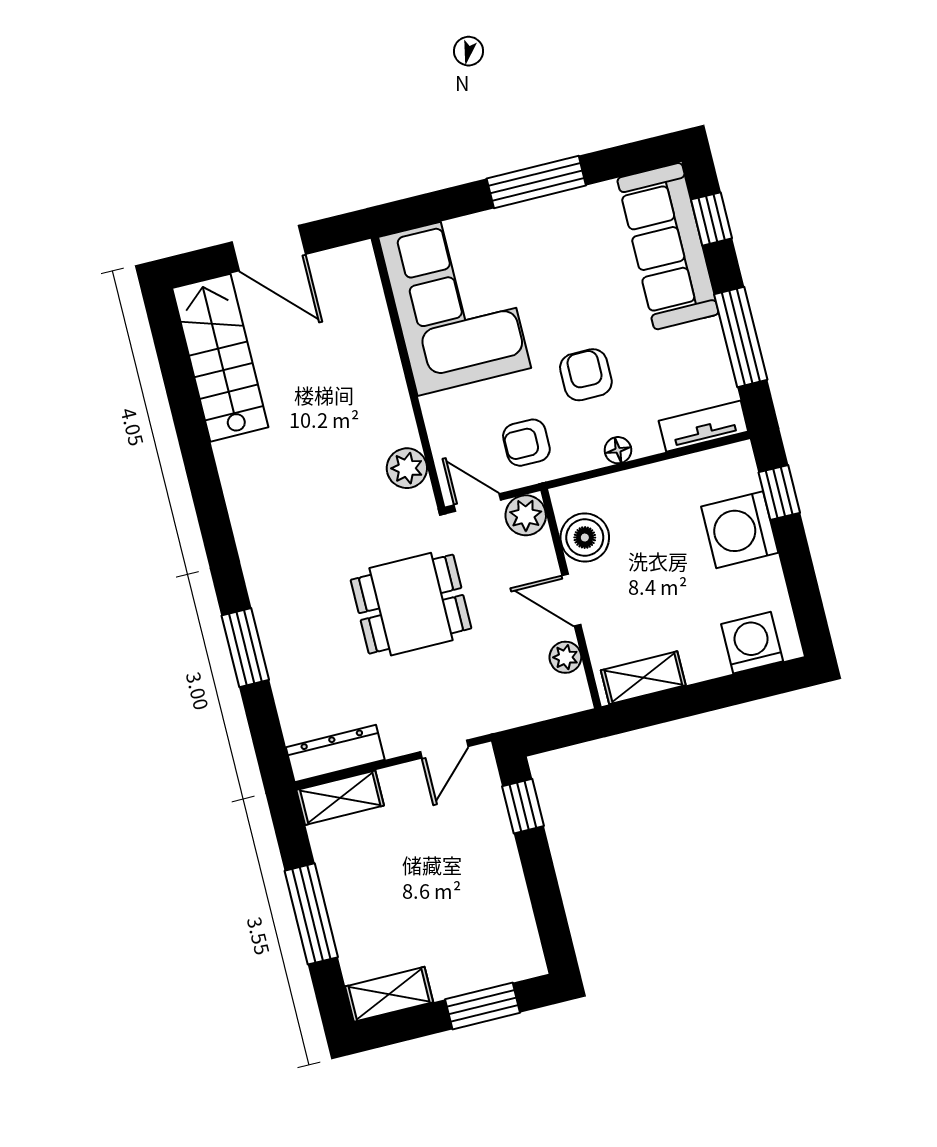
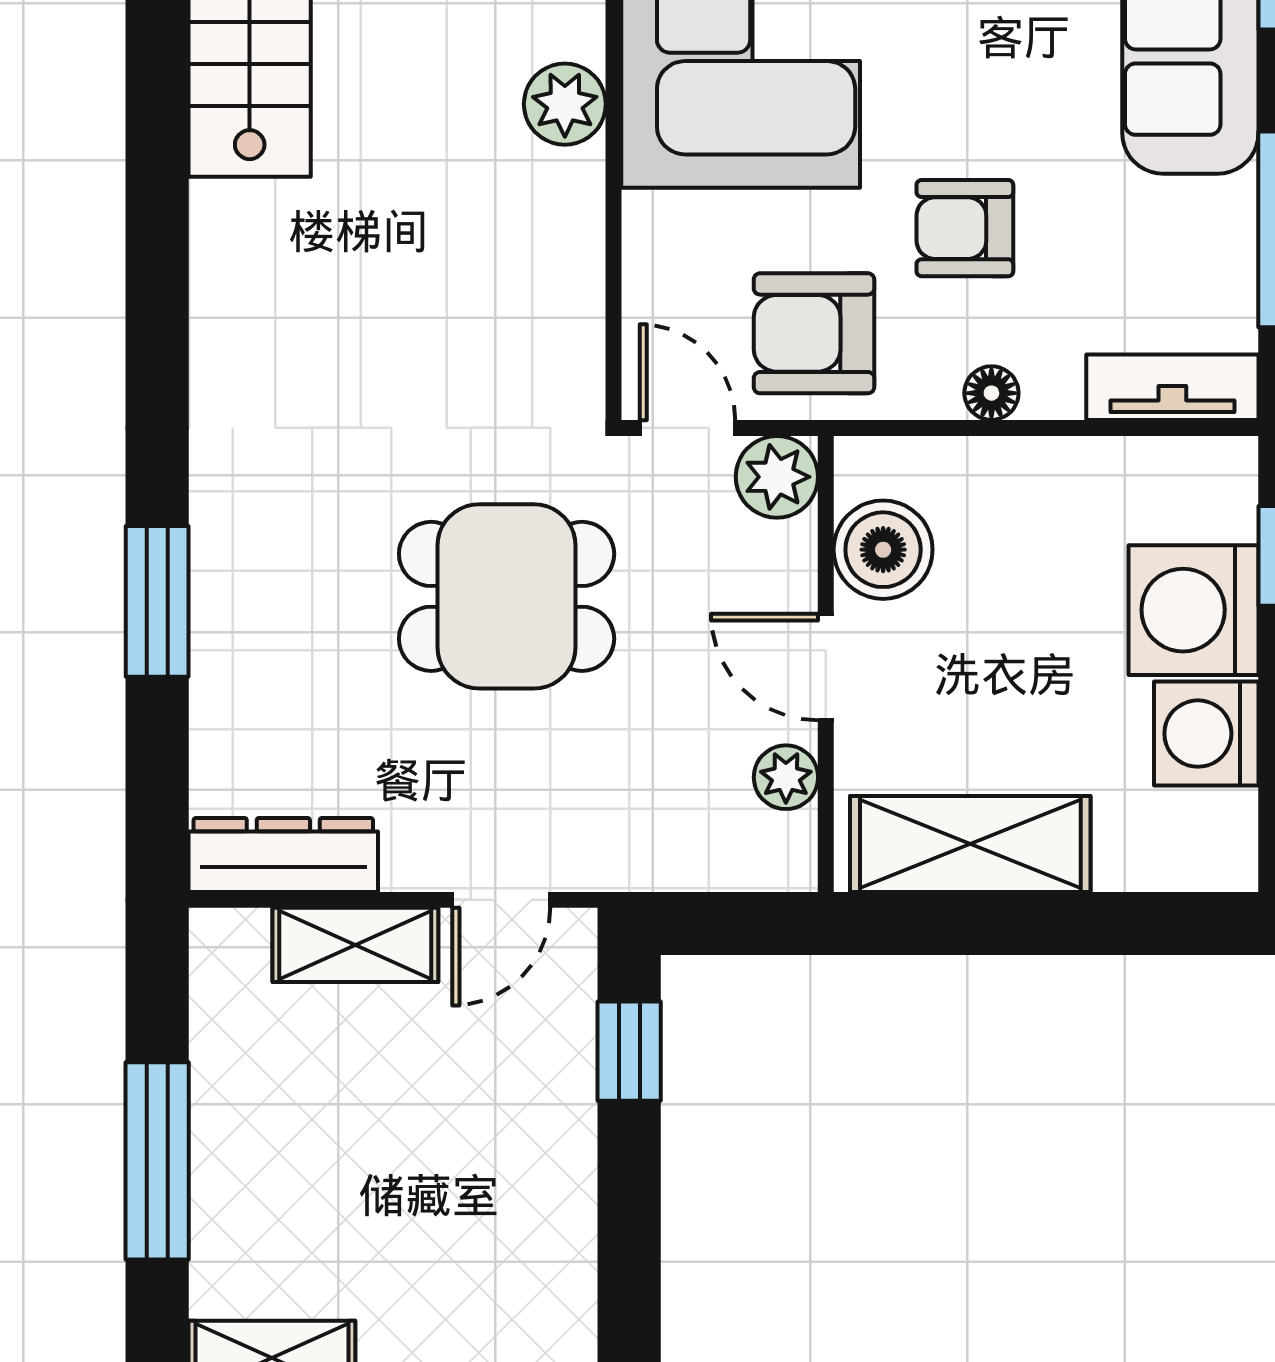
armchair: (586, 375) -> (965, 228), turned -90
armchair: (526, 443) -> (814, 333), width x1.38, depth x1.38
plant: (407, 468) -> (565, 104), moved
washing machine: (752, 643) -> (1206, 734), moved, turned -90
shelving: (643, 678) -> (970, 844), width x1.50, depth x1.33
shelving: (340, 798) -> (355, 945), moved

